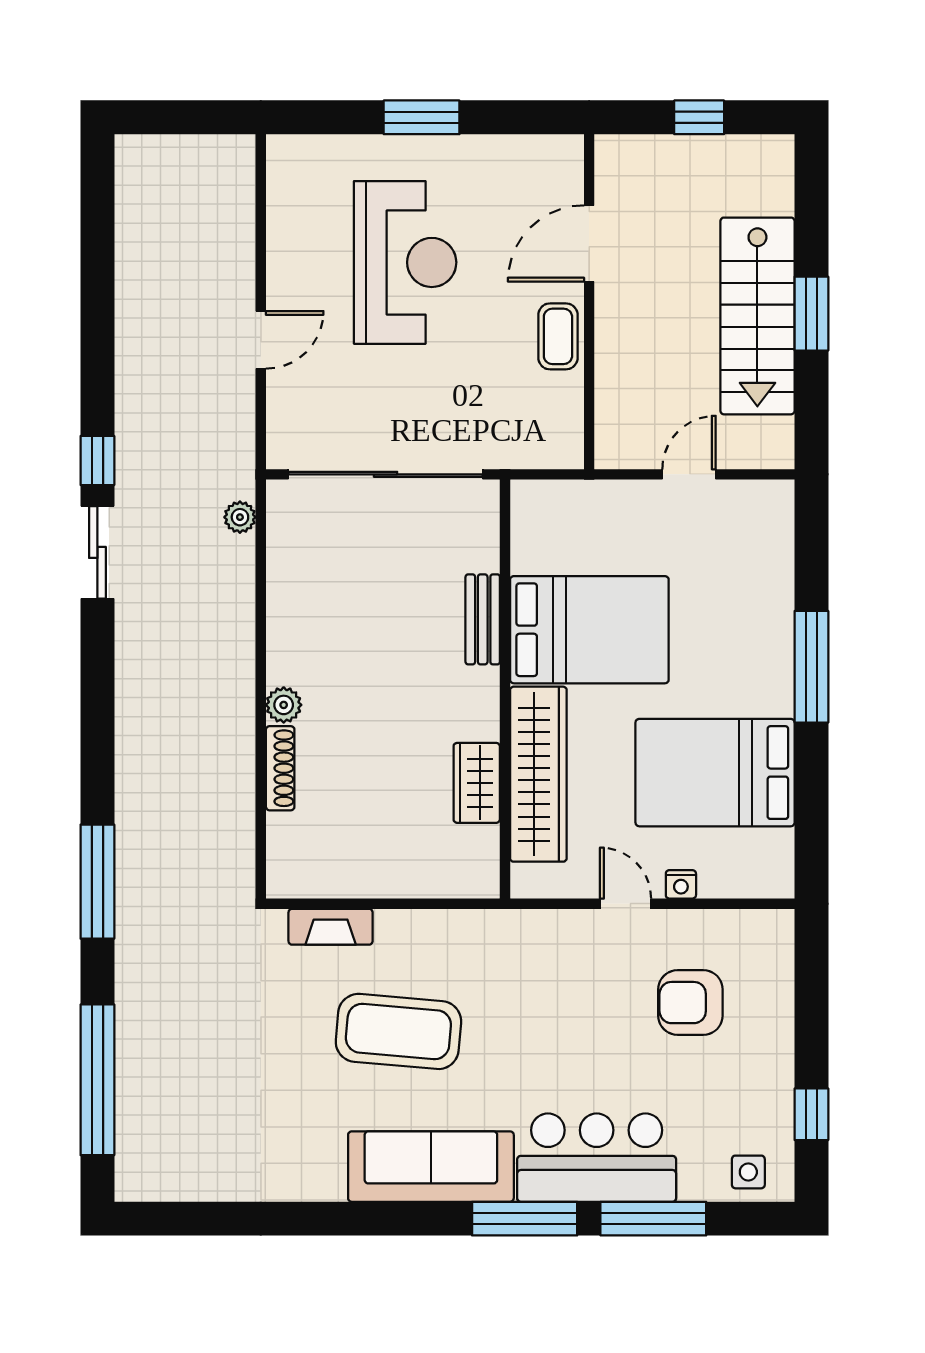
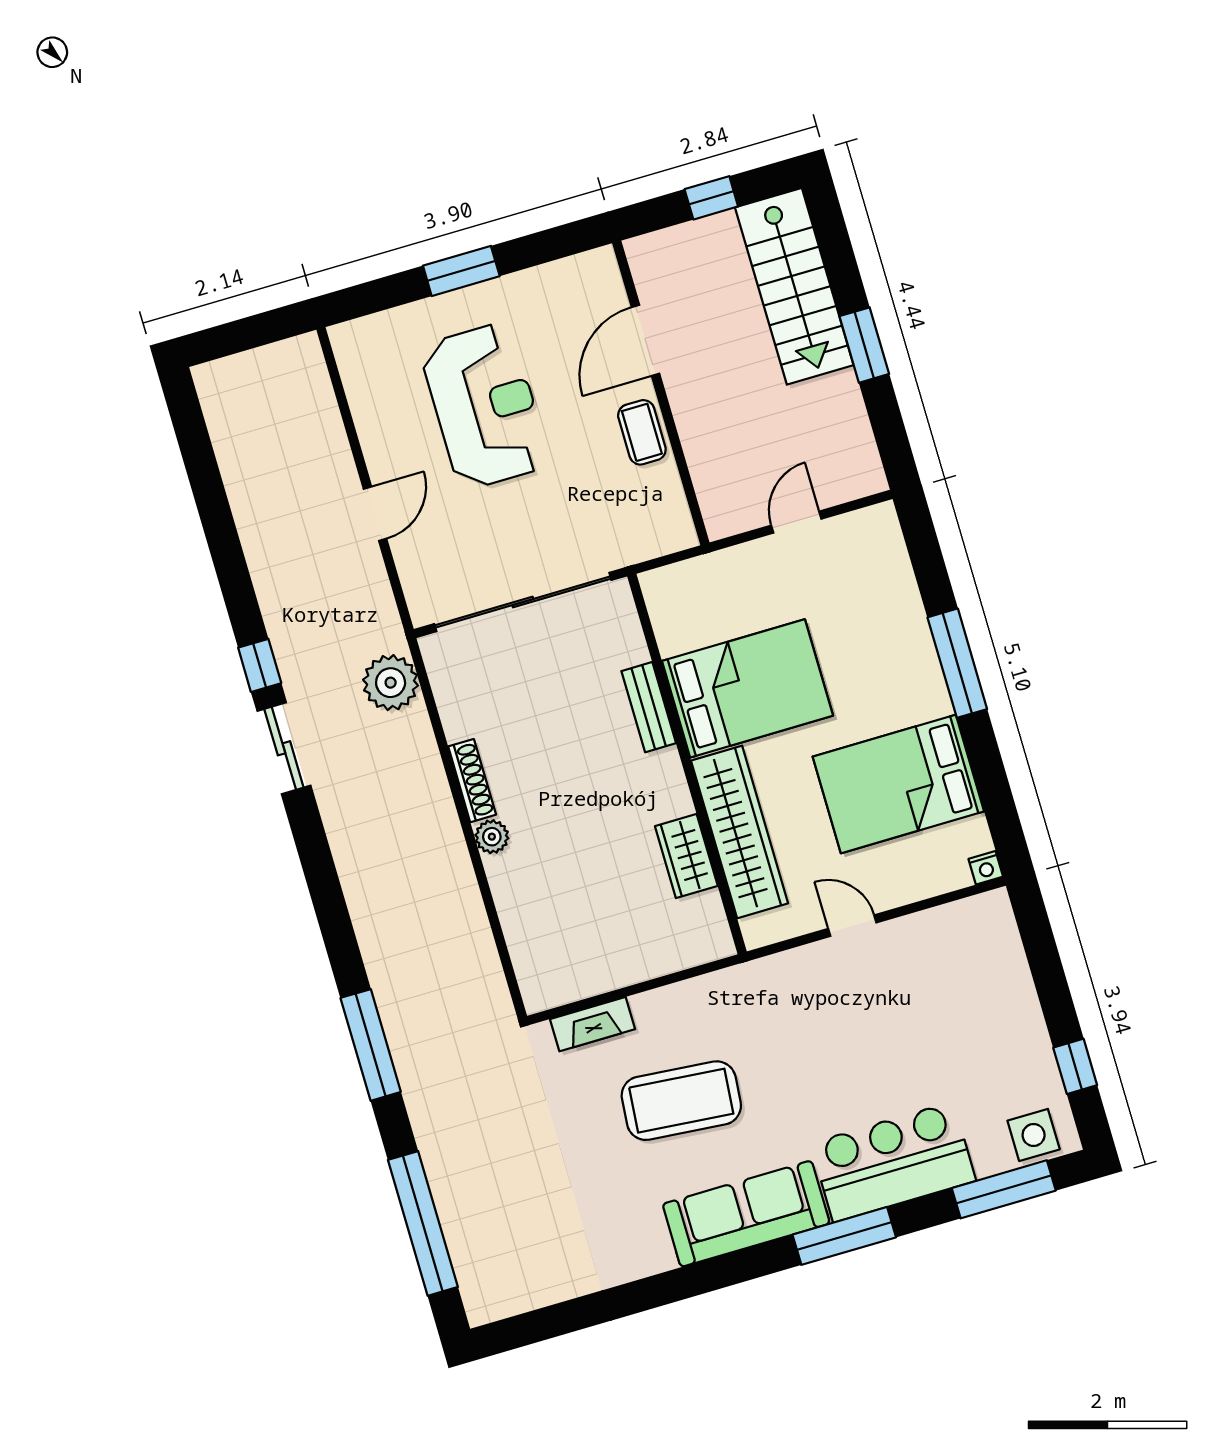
stairs: (757, 316) -> (794, 286), moved
plant: (240, 517) -> (391, 683), width x1.87, depth x1.87
shoe rack: (280, 768) -> (472, 781), moved
nightstand: (681, 884) -> (986, 868), moved
armchair: (690, 1003) -> (937, 998), removed
side table: (748, 1172) -> (1034, 1135), width x1.37, depth x1.37
window: (653, 1219) -> (1004, 1189), moved

